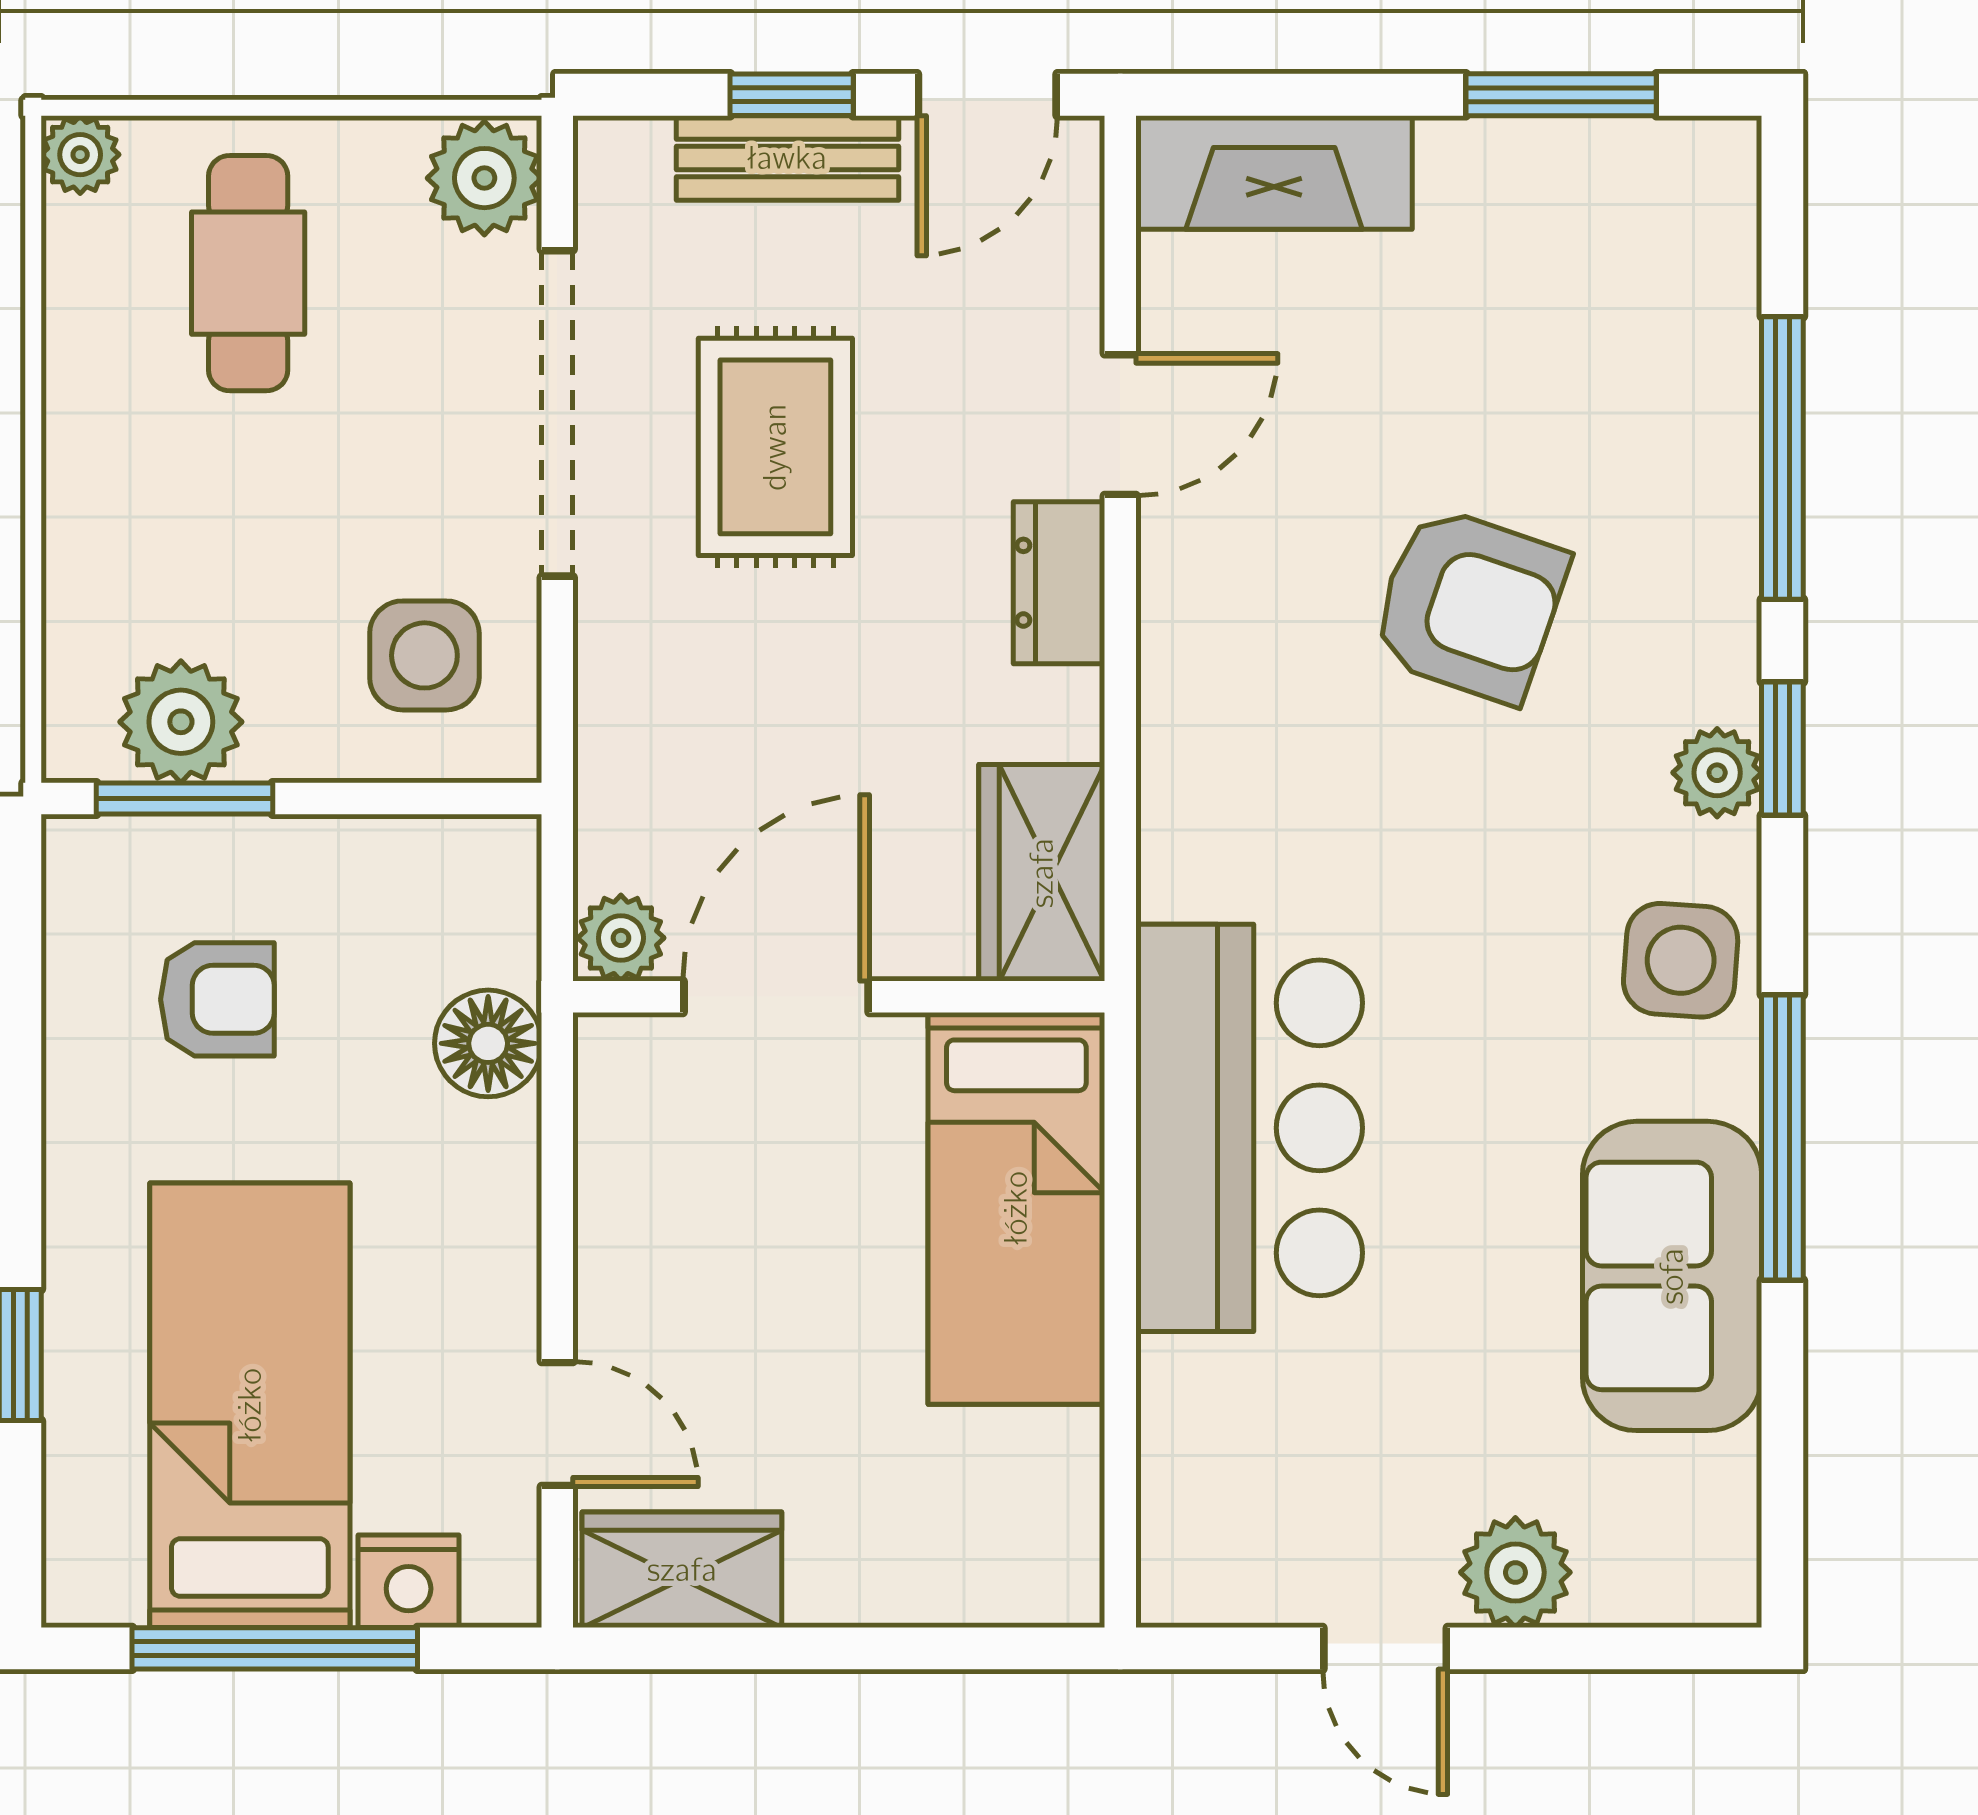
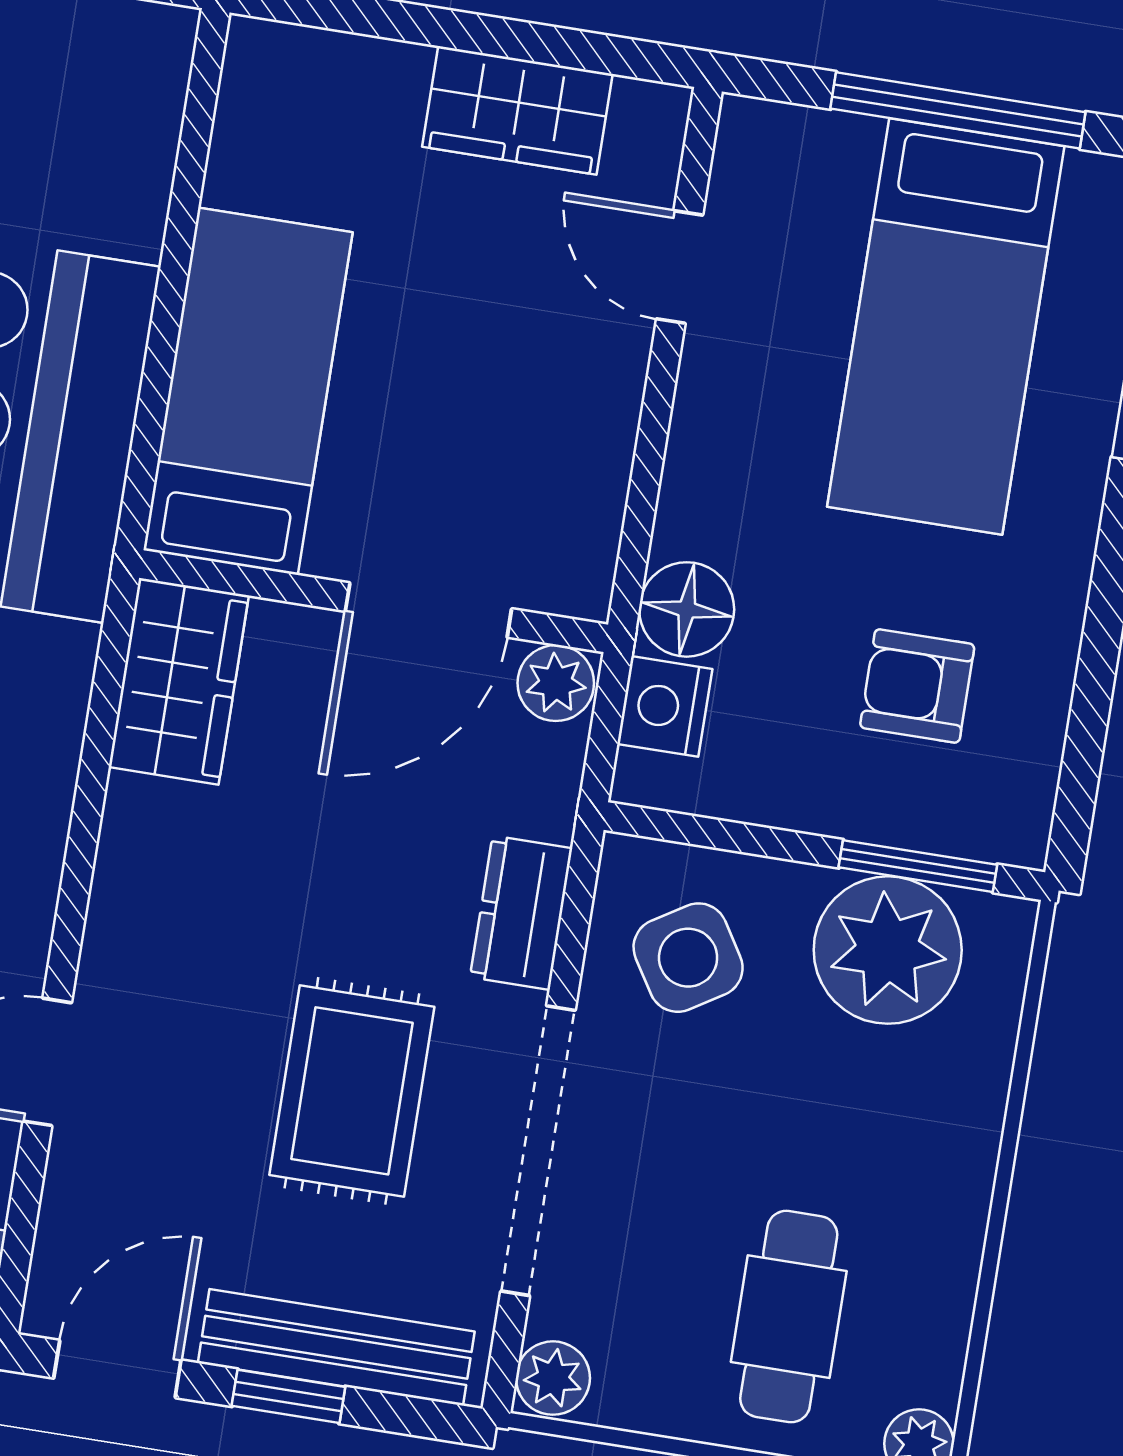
bench: (787, 158) -> (336, 1347), width x1.36
plant: (484, 178) -> (553, 1378), width x0.73, depth x0.73
dresser: (1059, 583) -> (521, 913), moved, turned 180
side table: (424, 655) -> (688, 958), turned -32
plant: (181, 722) -> (888, 950), width x1.36, depth x1.36
wardrobe: (682, 1570) -> (517, 110), moved
nightstand: (409, 1581) -> (665, 706), moved, turned -90

